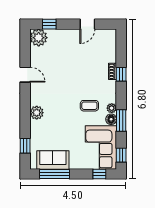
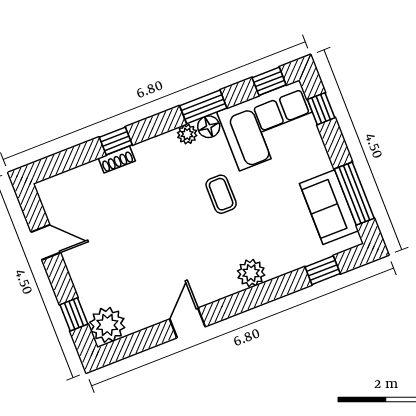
coffee table: (89, 106) -> (221, 194), moved

